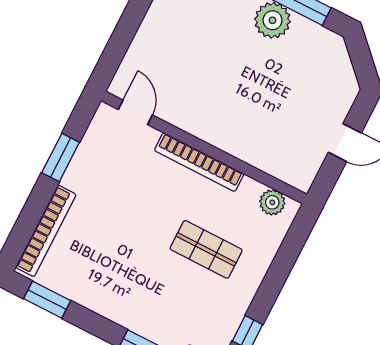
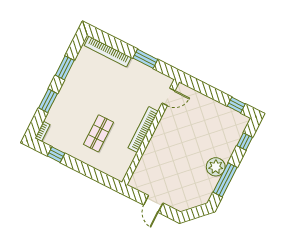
plant: (272, 202) -> (123, 167), removed
window: (47, 300) -> (65, 68), moved

